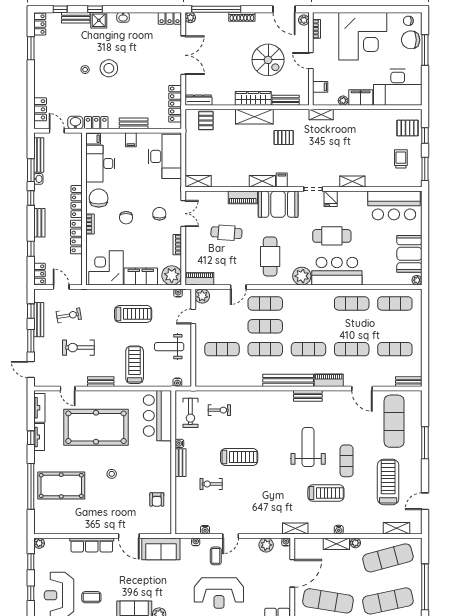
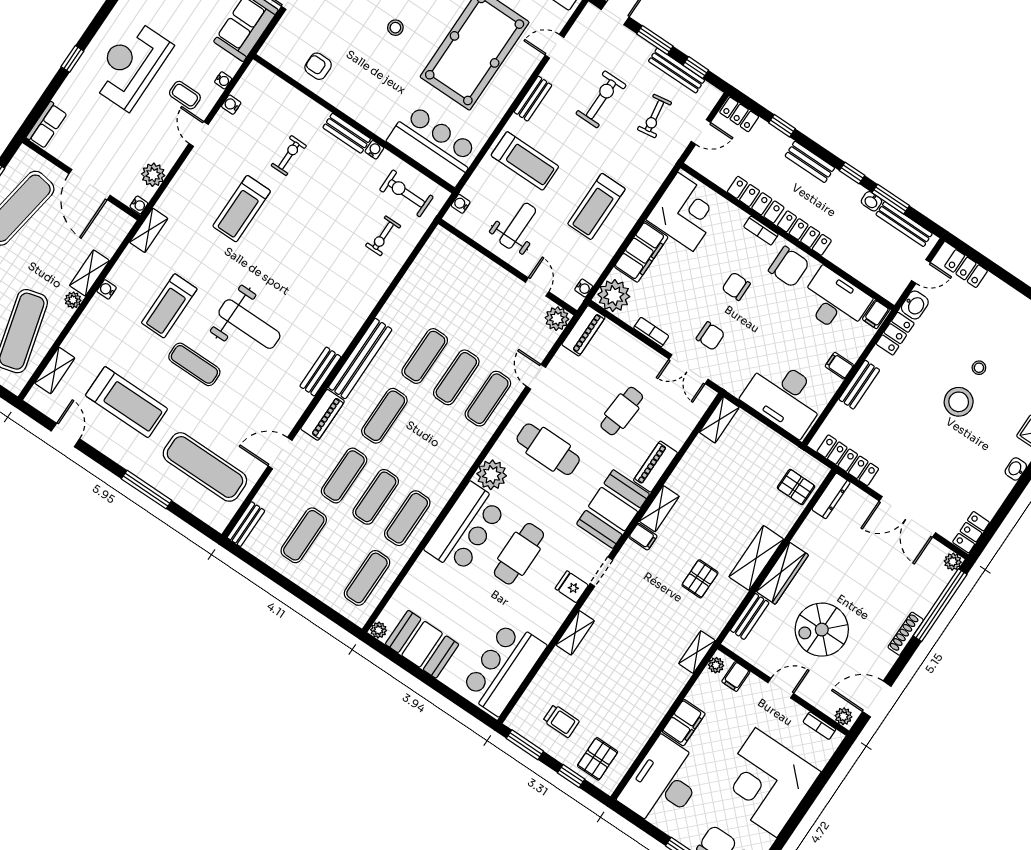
plant: (343, 101) -> (716, 665), moved
exercise mat: (222, 349) -> (376, 497), moved
treadmill: (239, 457) -> (242, 209), moved

